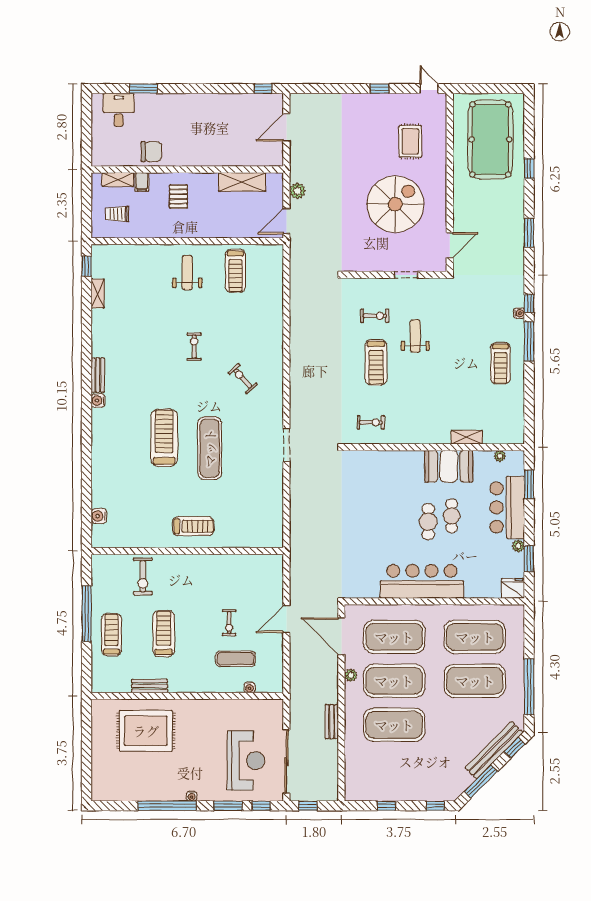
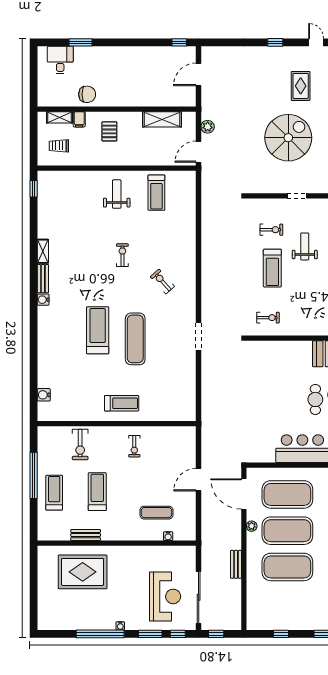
shelving: (98, 293) -> (43, 251), moved
exercise bike: (229, 623) -> (134, 446), moved

